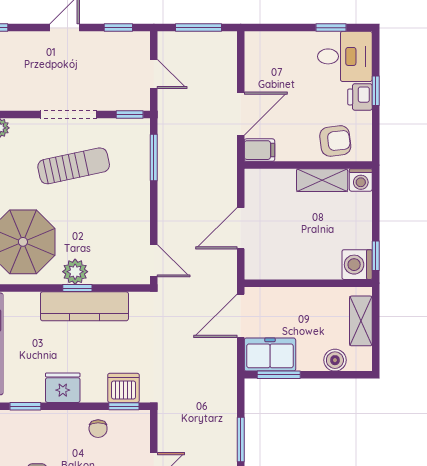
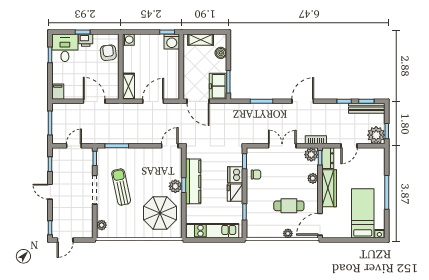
filing cabinet: (259, 150) -> (58, 92), moved
shelving: (322, 180) -> (128, 86), moved
door: (241, 228) -> (153, 101), swing flipped
dishwasher: (124, 388) -> (235, 175), moved

